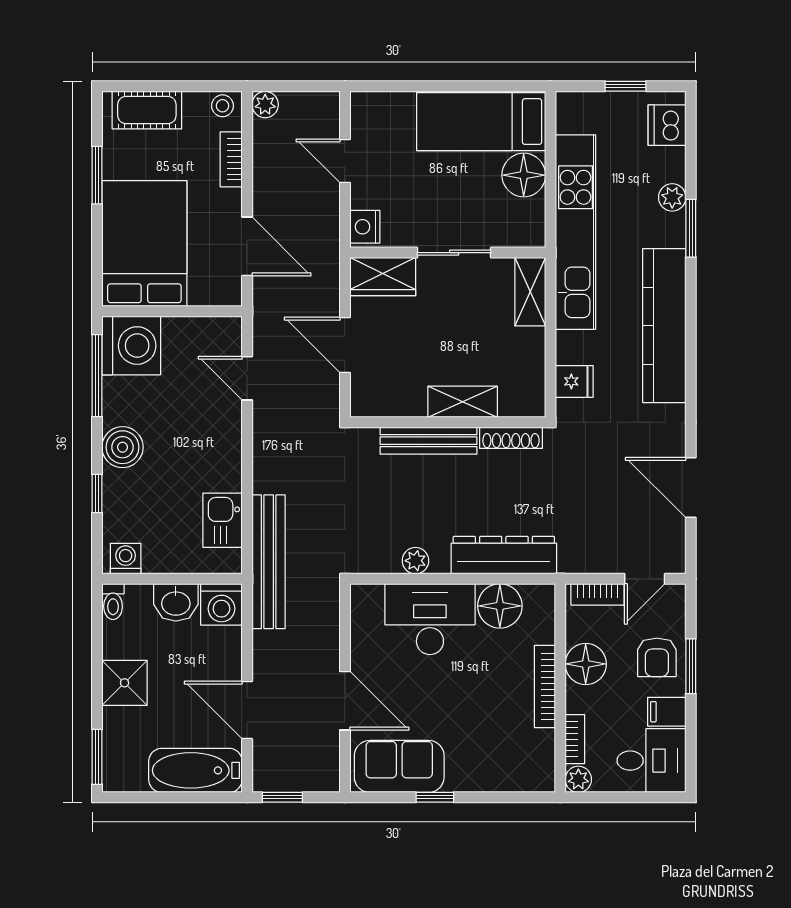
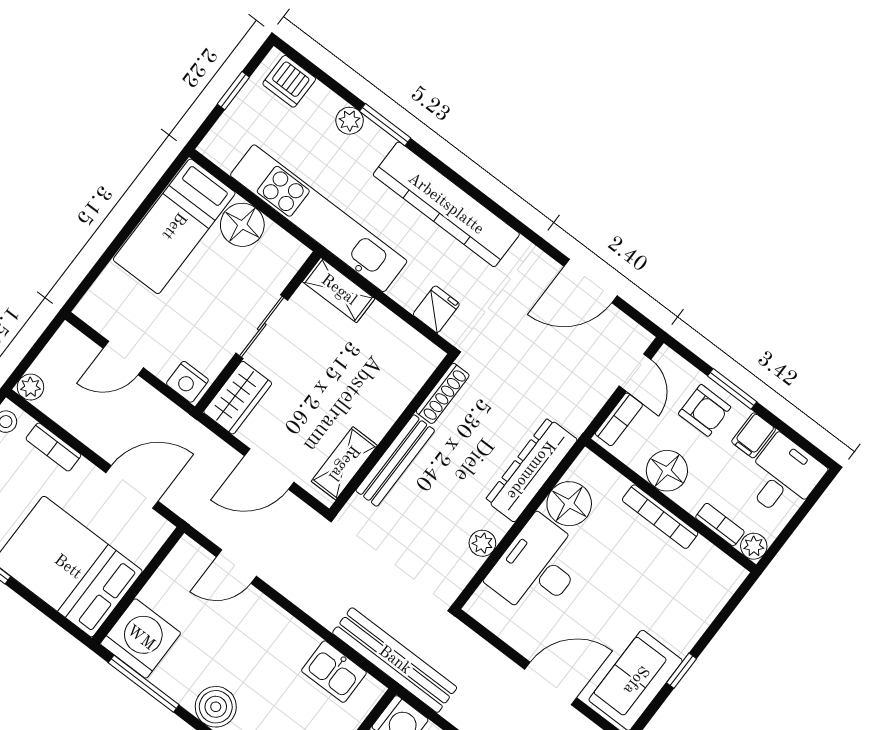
shelving: (463, 402) -> (344, 463), moved

